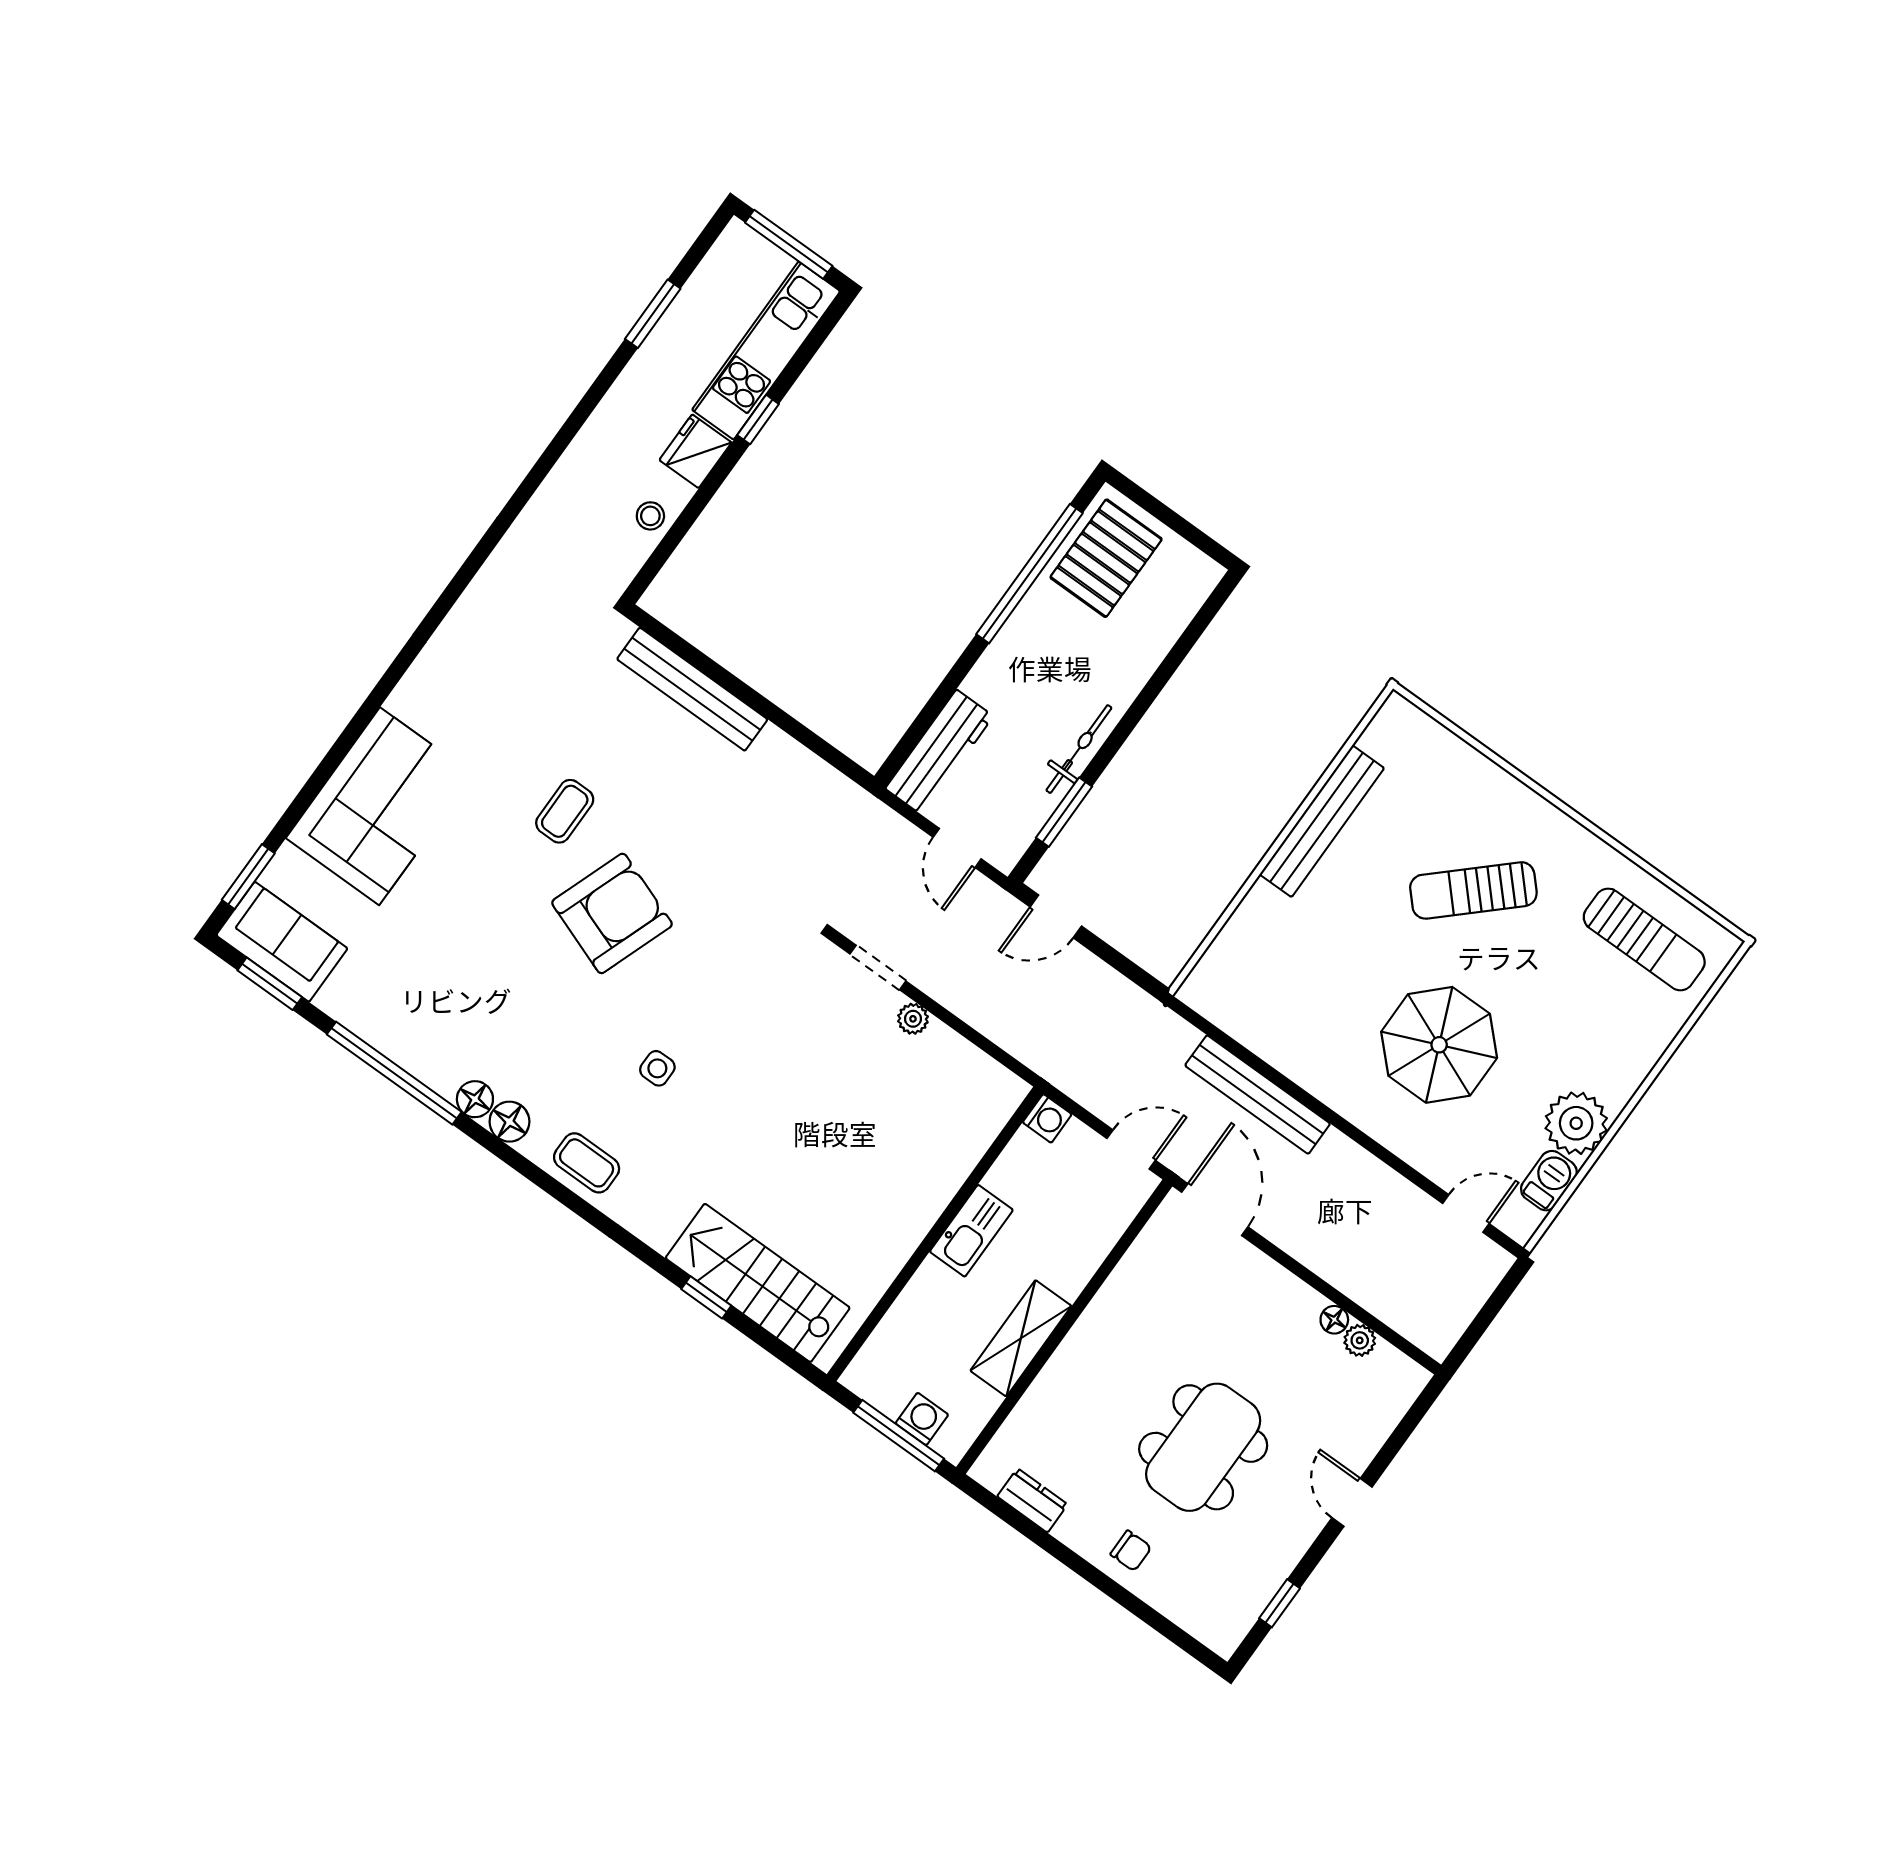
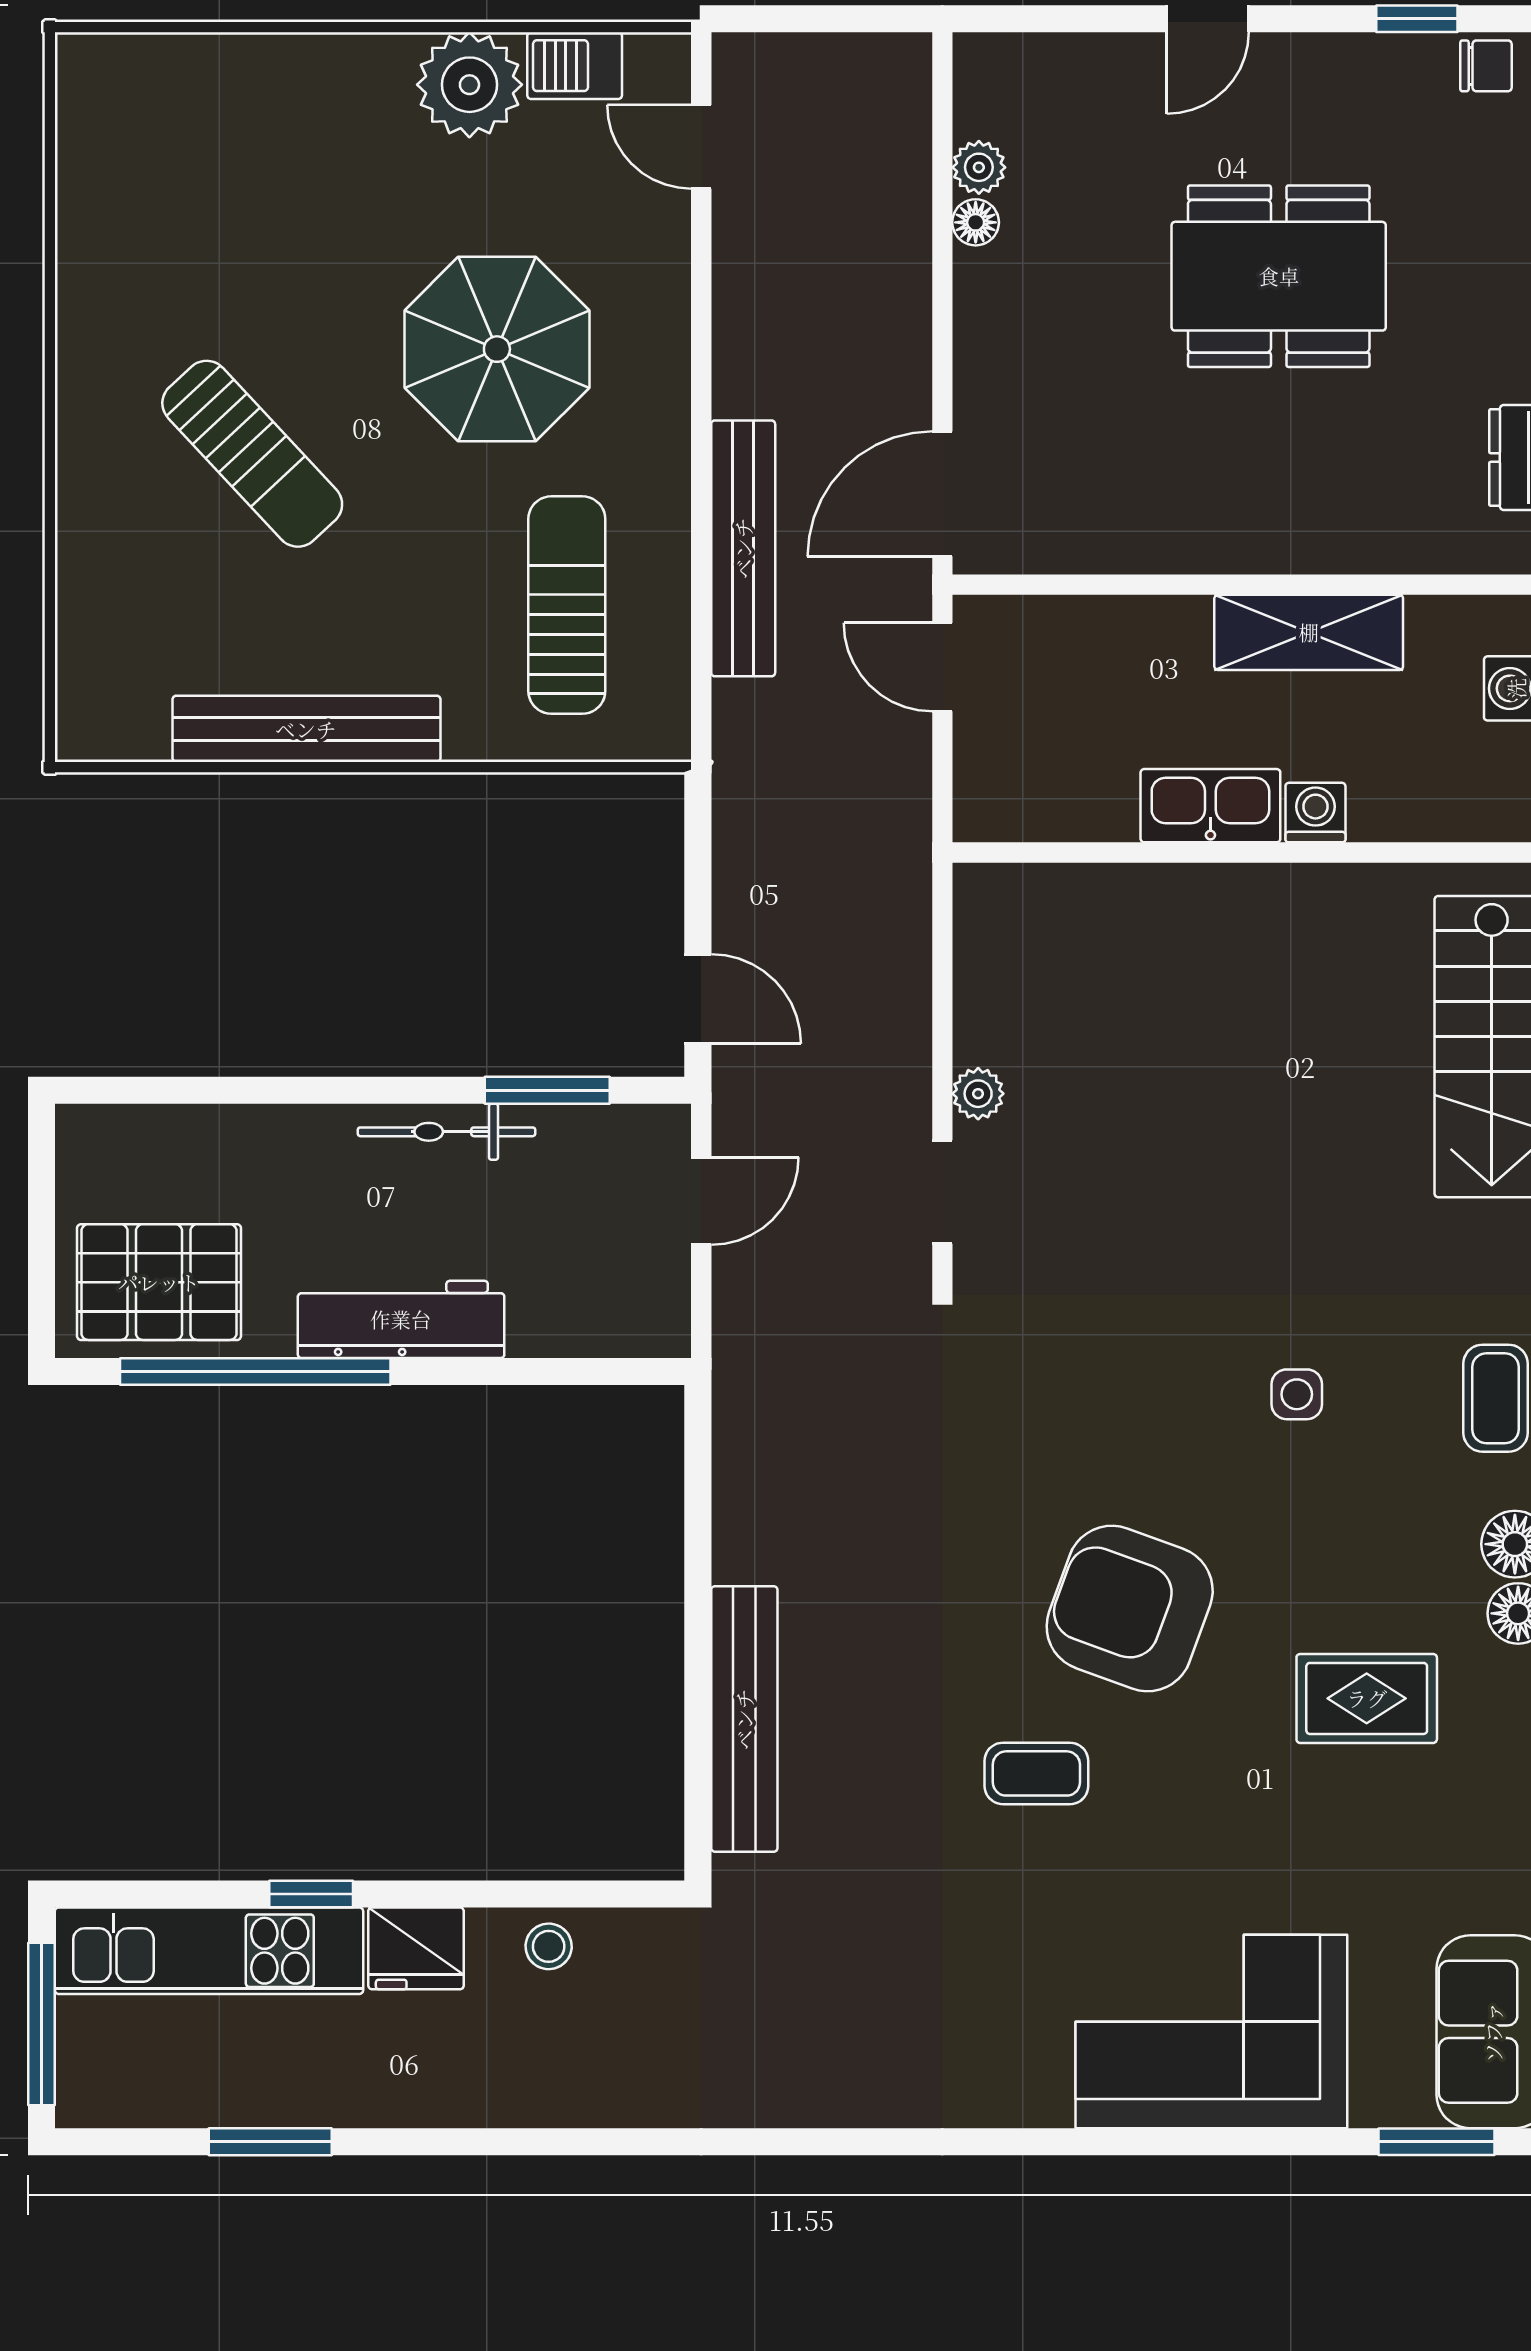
workbench: (939, 752) -> (401, 1319), moved
sun lounger: (1644, 939) -> (567, 605), moved
rug: (486, 997) -> (1367, 1698), added
washing machine: (1047, 1118) -> (1315, 813), moved
chair: (1131, 1551) -> (1486, 66), moved, turned 90

